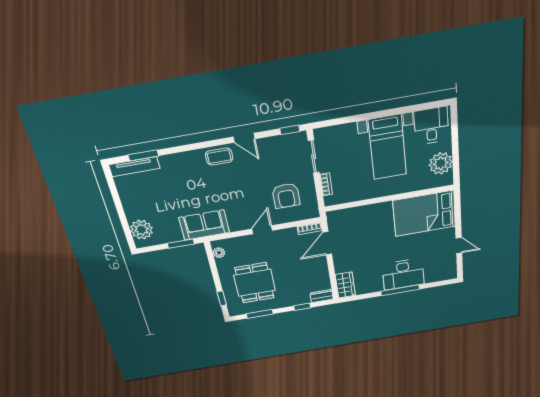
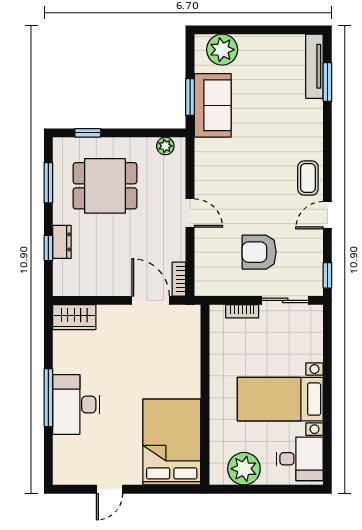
armchair: (286, 196) -> (259, 252), moved
sofa: (204, 225) -> (213, 105), moved
dresser: (322, 296) -> (62, 242), moved

